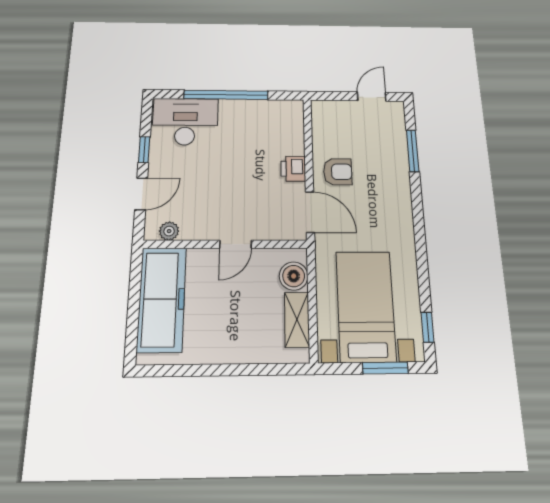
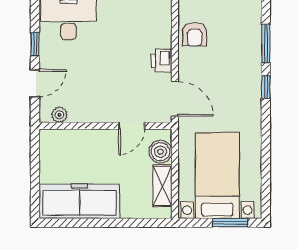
armchair: (338, 172) -> (195, 34), moved, turned 90
door: (235, 244) -> (132, 126), moved
freezer: (162, 299) -> (80, 201), moved, turned -90
window: (428, 327) -> (266, 87), moved

